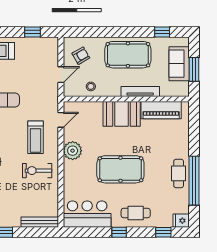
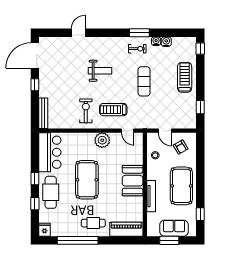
piano: (161, 110) -> (126, 229), moved, turned 90
cafe table: (179, 173) -> (93, 223), moved
cafe table: (136, 213) -> (51, 192), width x1.37, depth x1.35
window: (163, 232) -> (35, 204), moved

